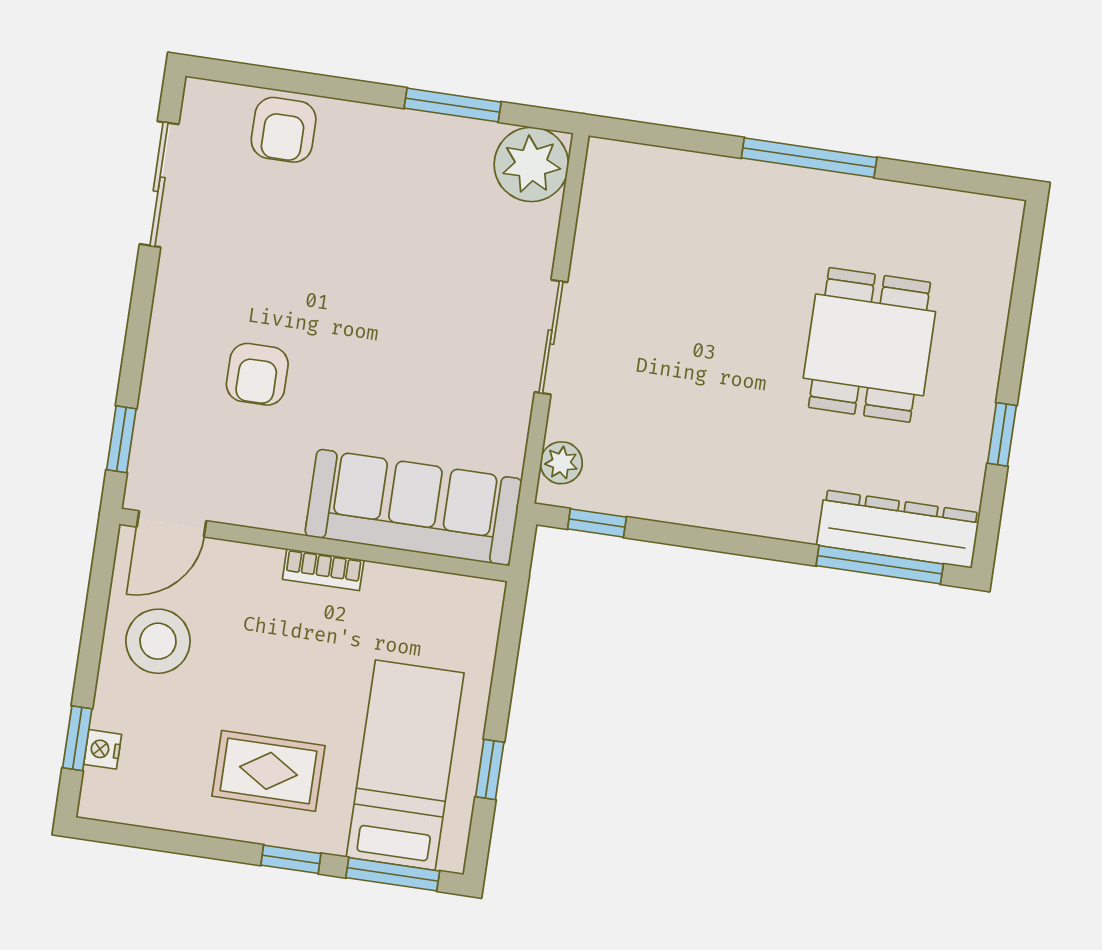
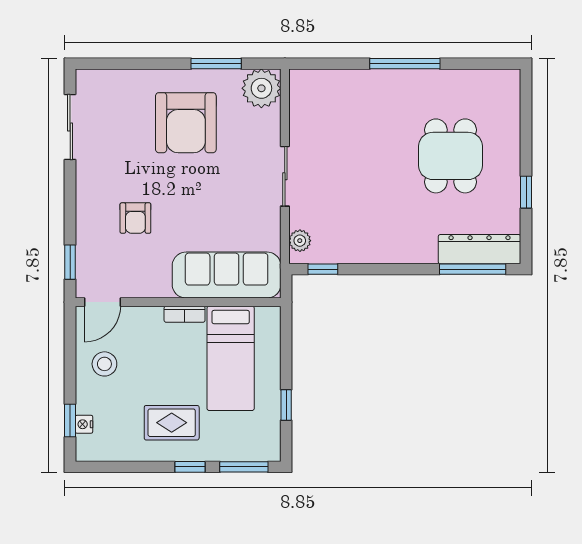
armchair: (284, 130) -> (186, 123), moved, width x1.88, depth x1.88
stool: (158, 641) -> (104, 364), width x0.73, depth x0.73
bed: (405, 765) -> (231, 358), moved, turned 180

